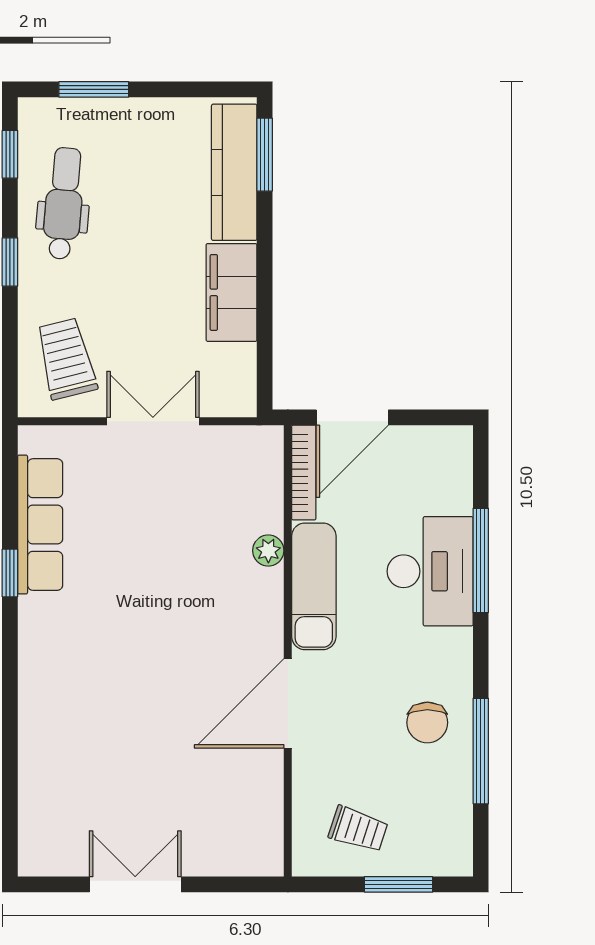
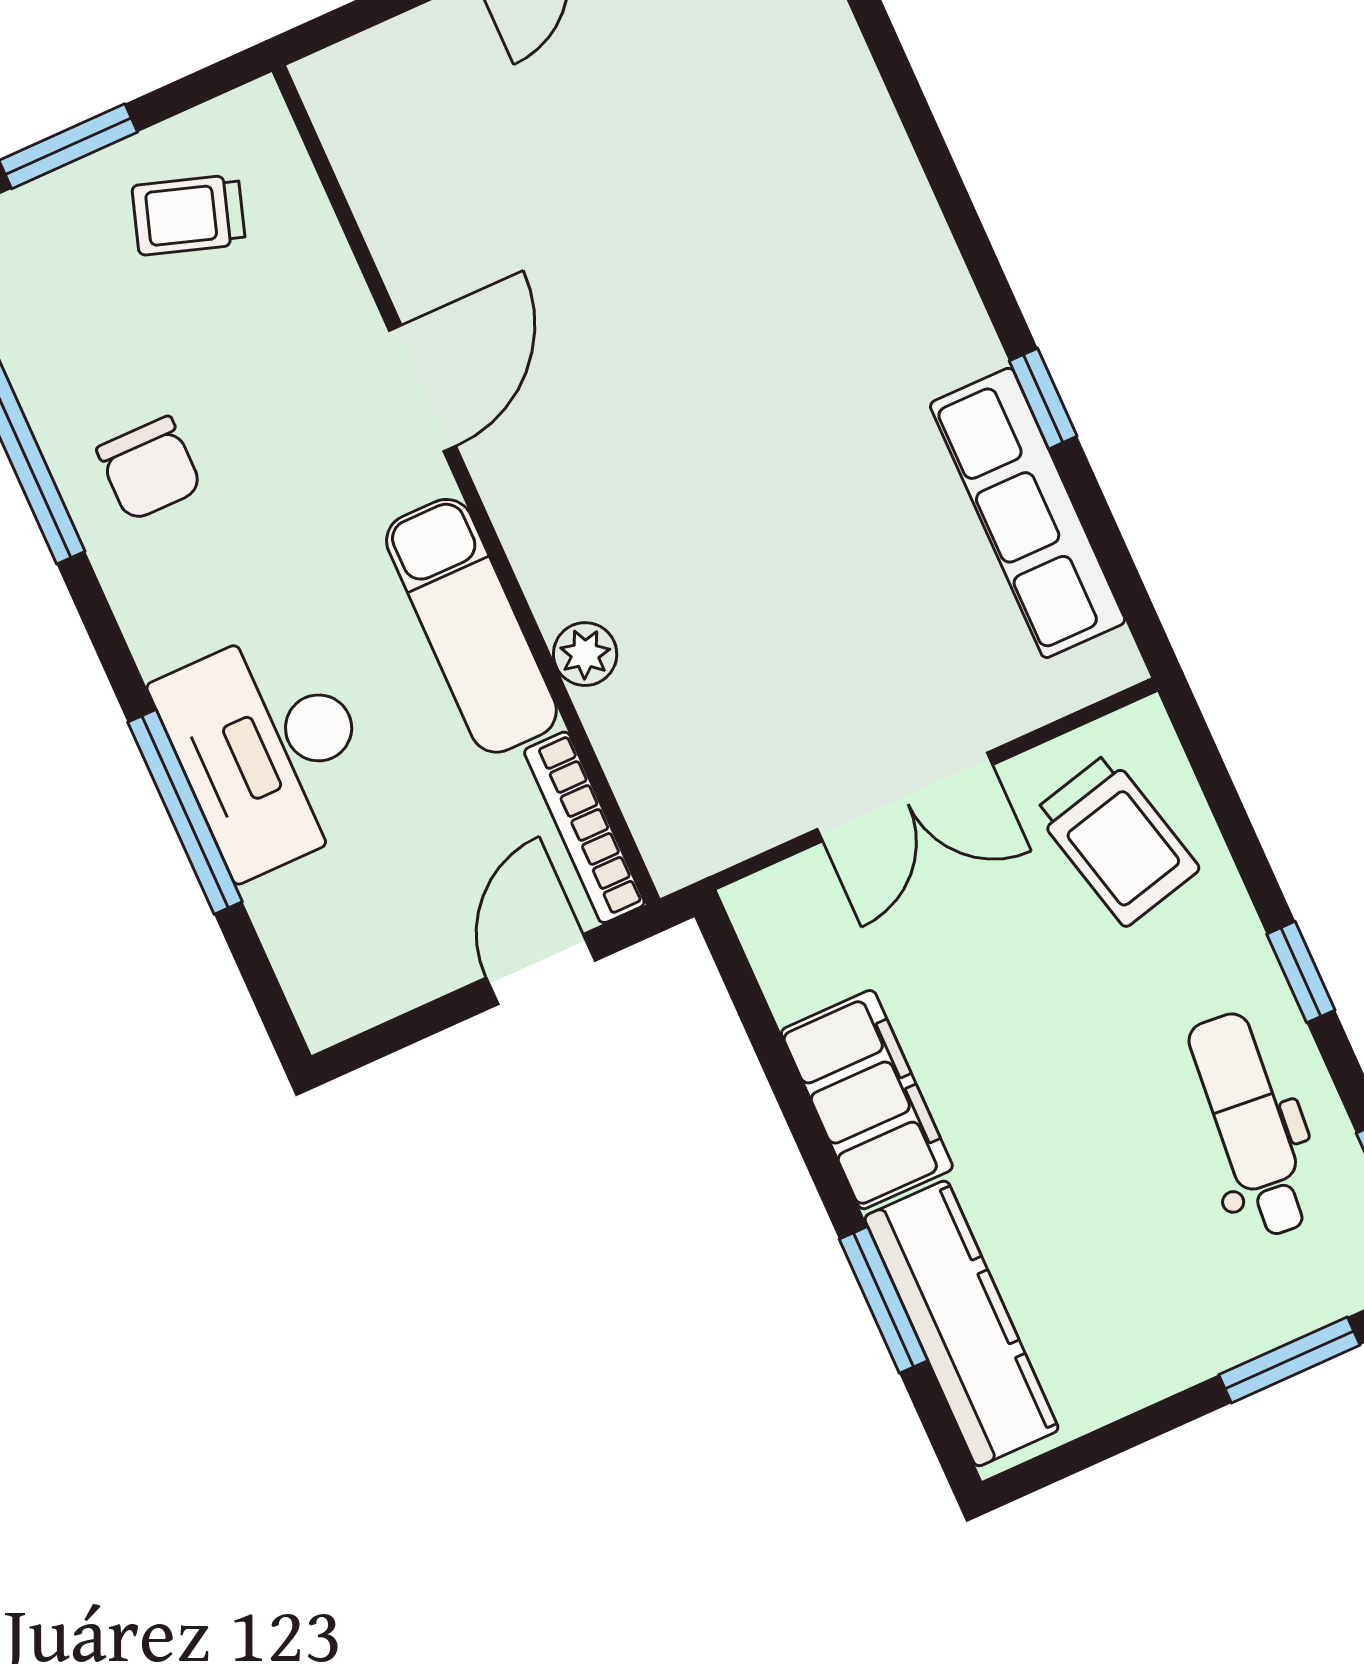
window: (265, 155) -> (884, 1300), moved
dental chair: (64, 203) -> (1250, 1125), turned 180
door: (352, 417) -> (541, 969), width x0.73
door: (288, 703) -> (422, 388), width x0.73
chair: (427, 723) -> (149, 469), turned 180

